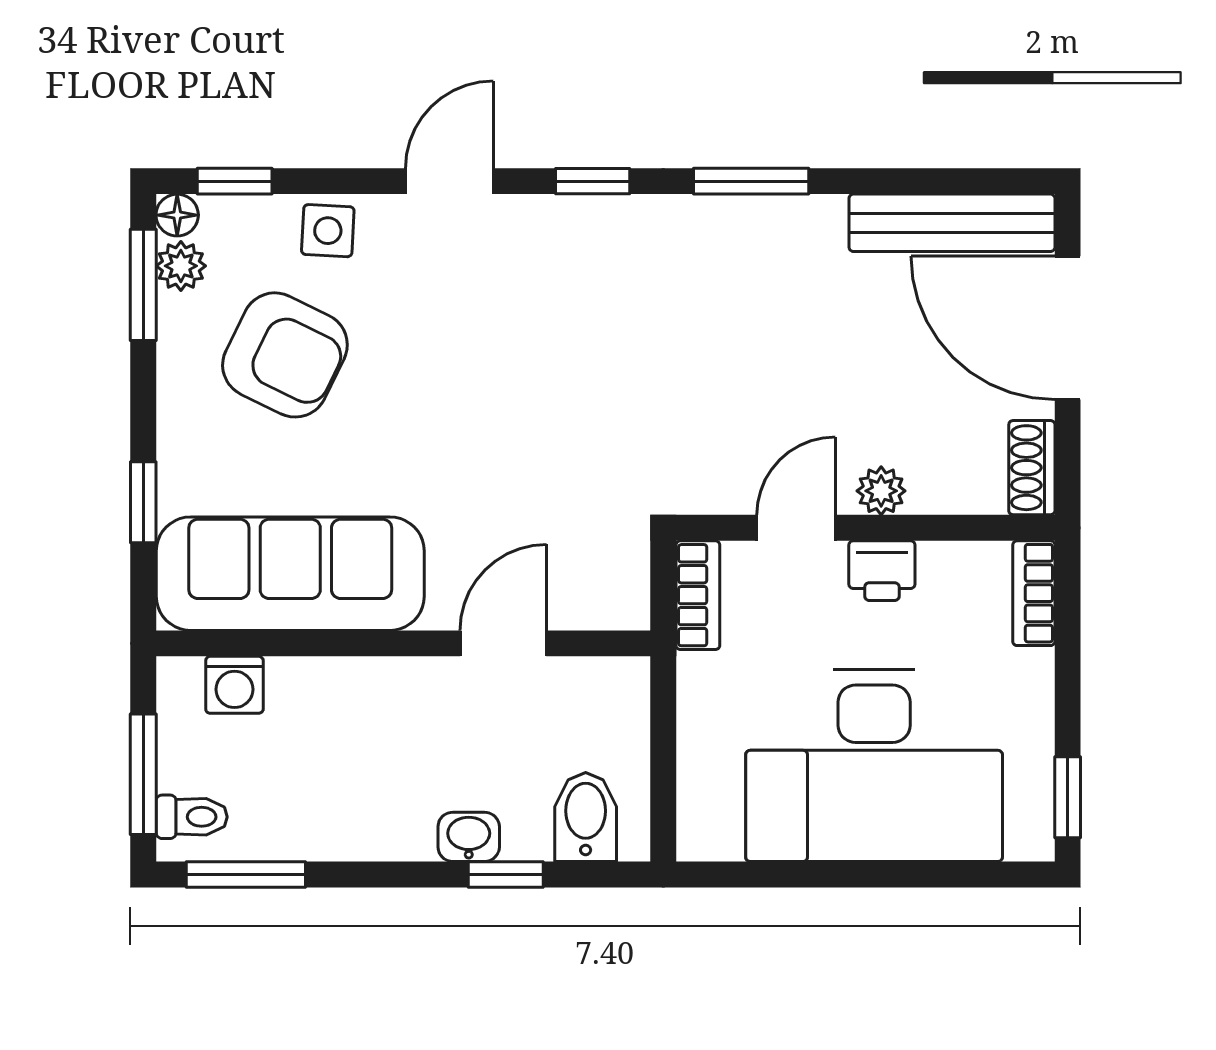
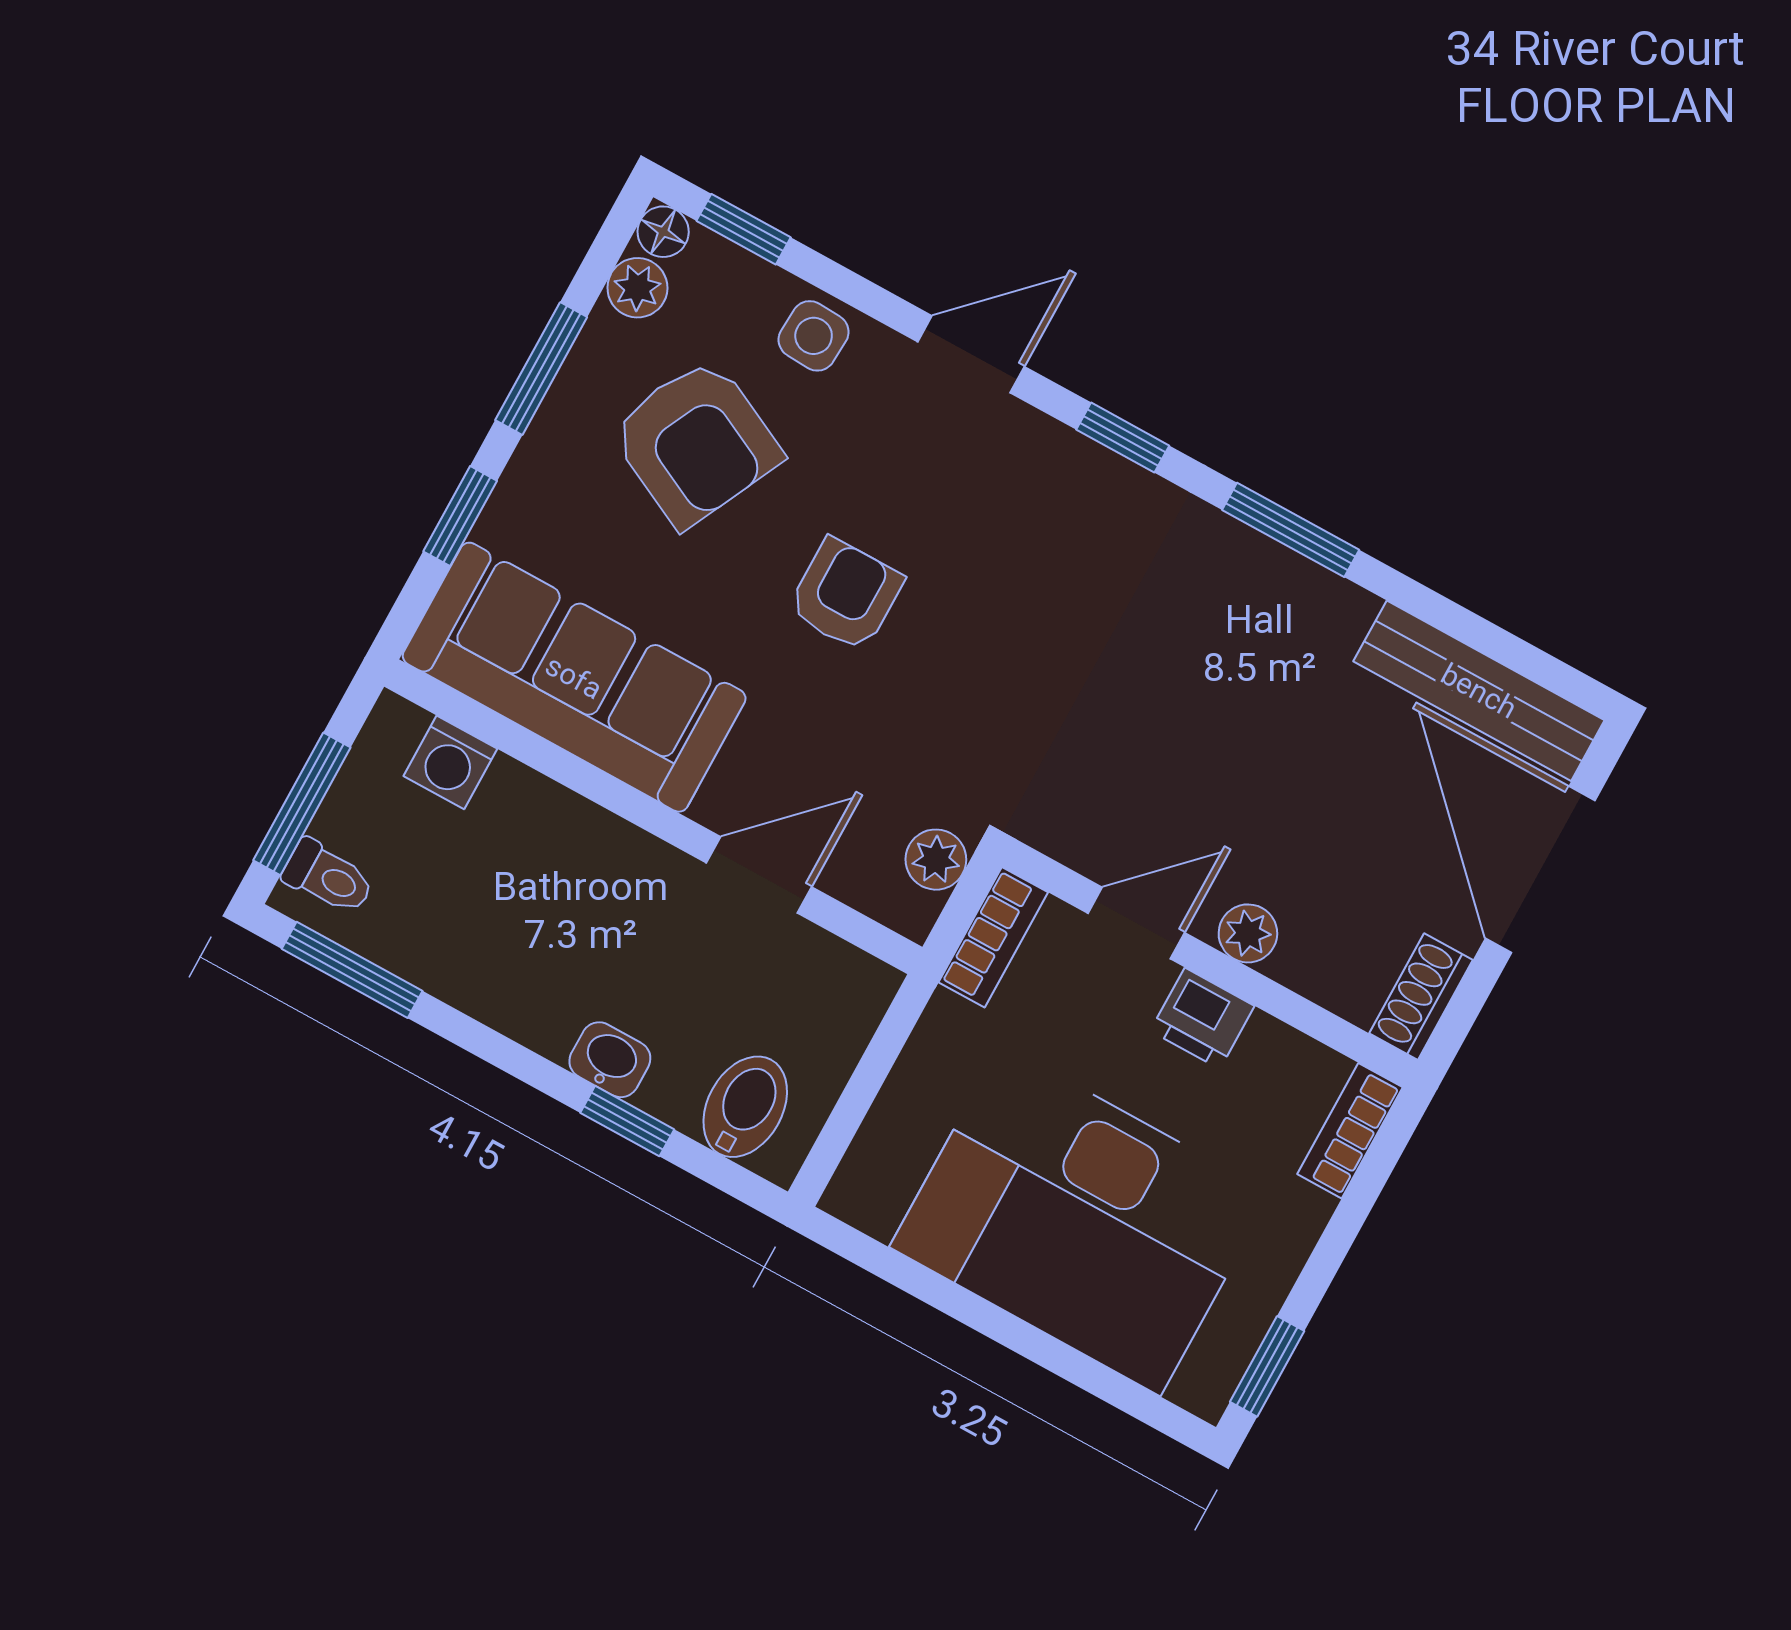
window: (143, 285) -> (541, 369), moved
armchair: (454, 406) -> (846, 595), added
plant: (625, 562) -> (936, 860), added

